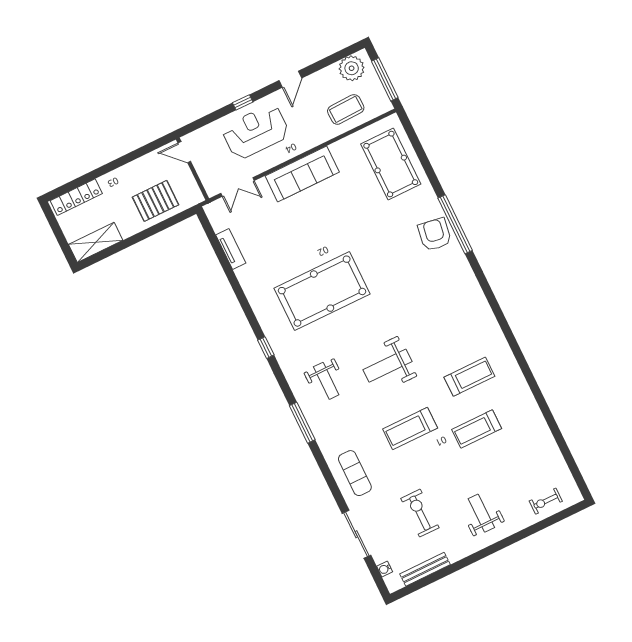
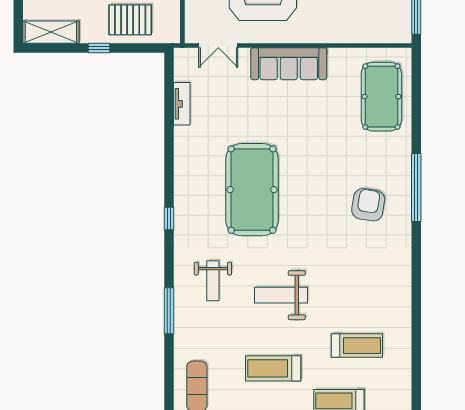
coffee table: (346, 109) -> (363, 21), removed
armchair: (435, 234) -> (368, 205), moved
window: (141, 236) -> (99, 48), added
pool table: (322, 291) -> (252, 190), turned 90

